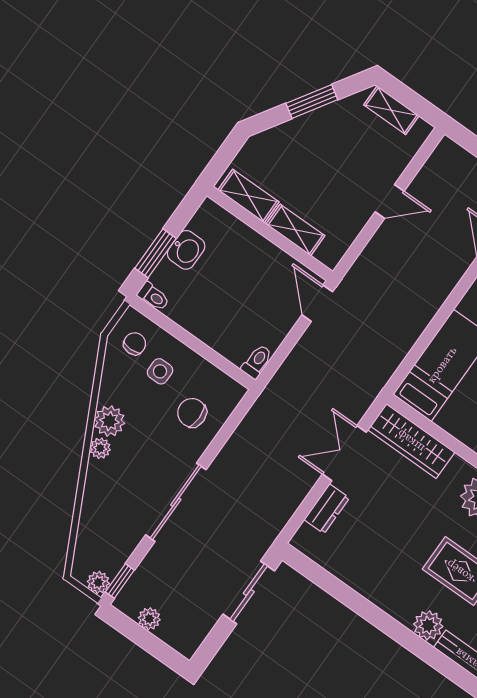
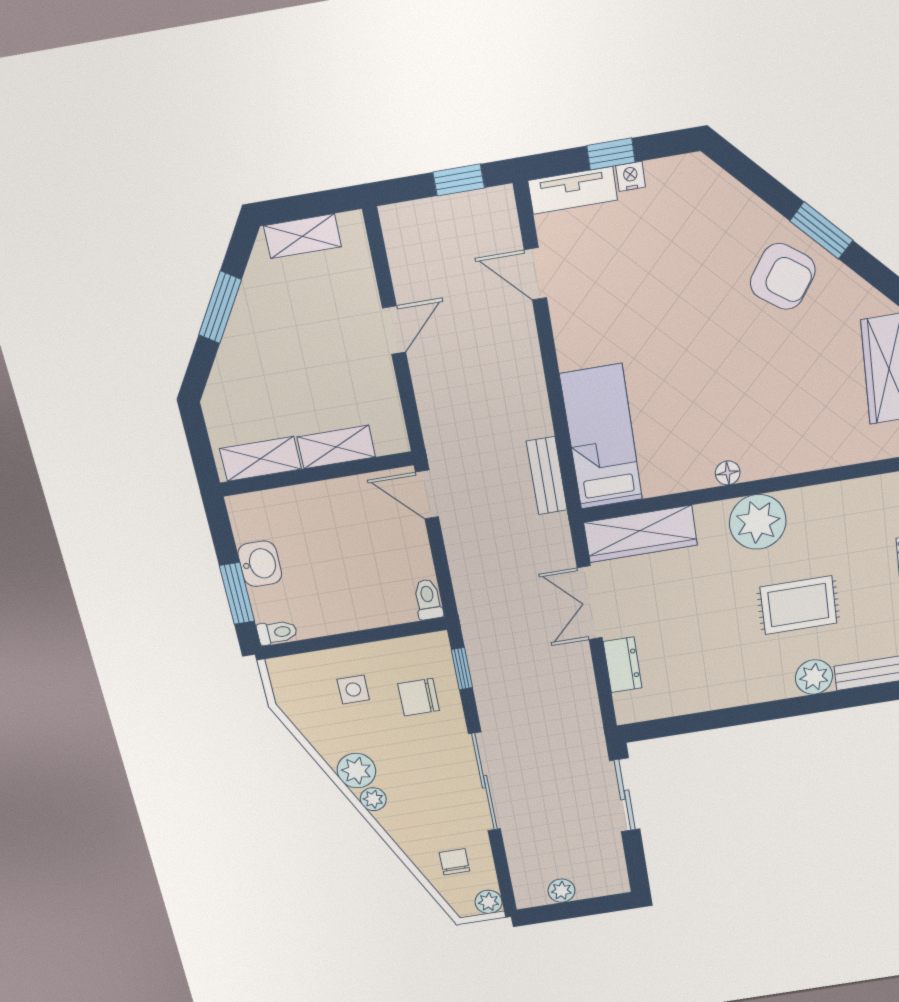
chair: (135, 344) -> (454, 862), moved
bench: (392, 357) -> (547, 476), added
window: (120, 581) -> (462, 669), moved

